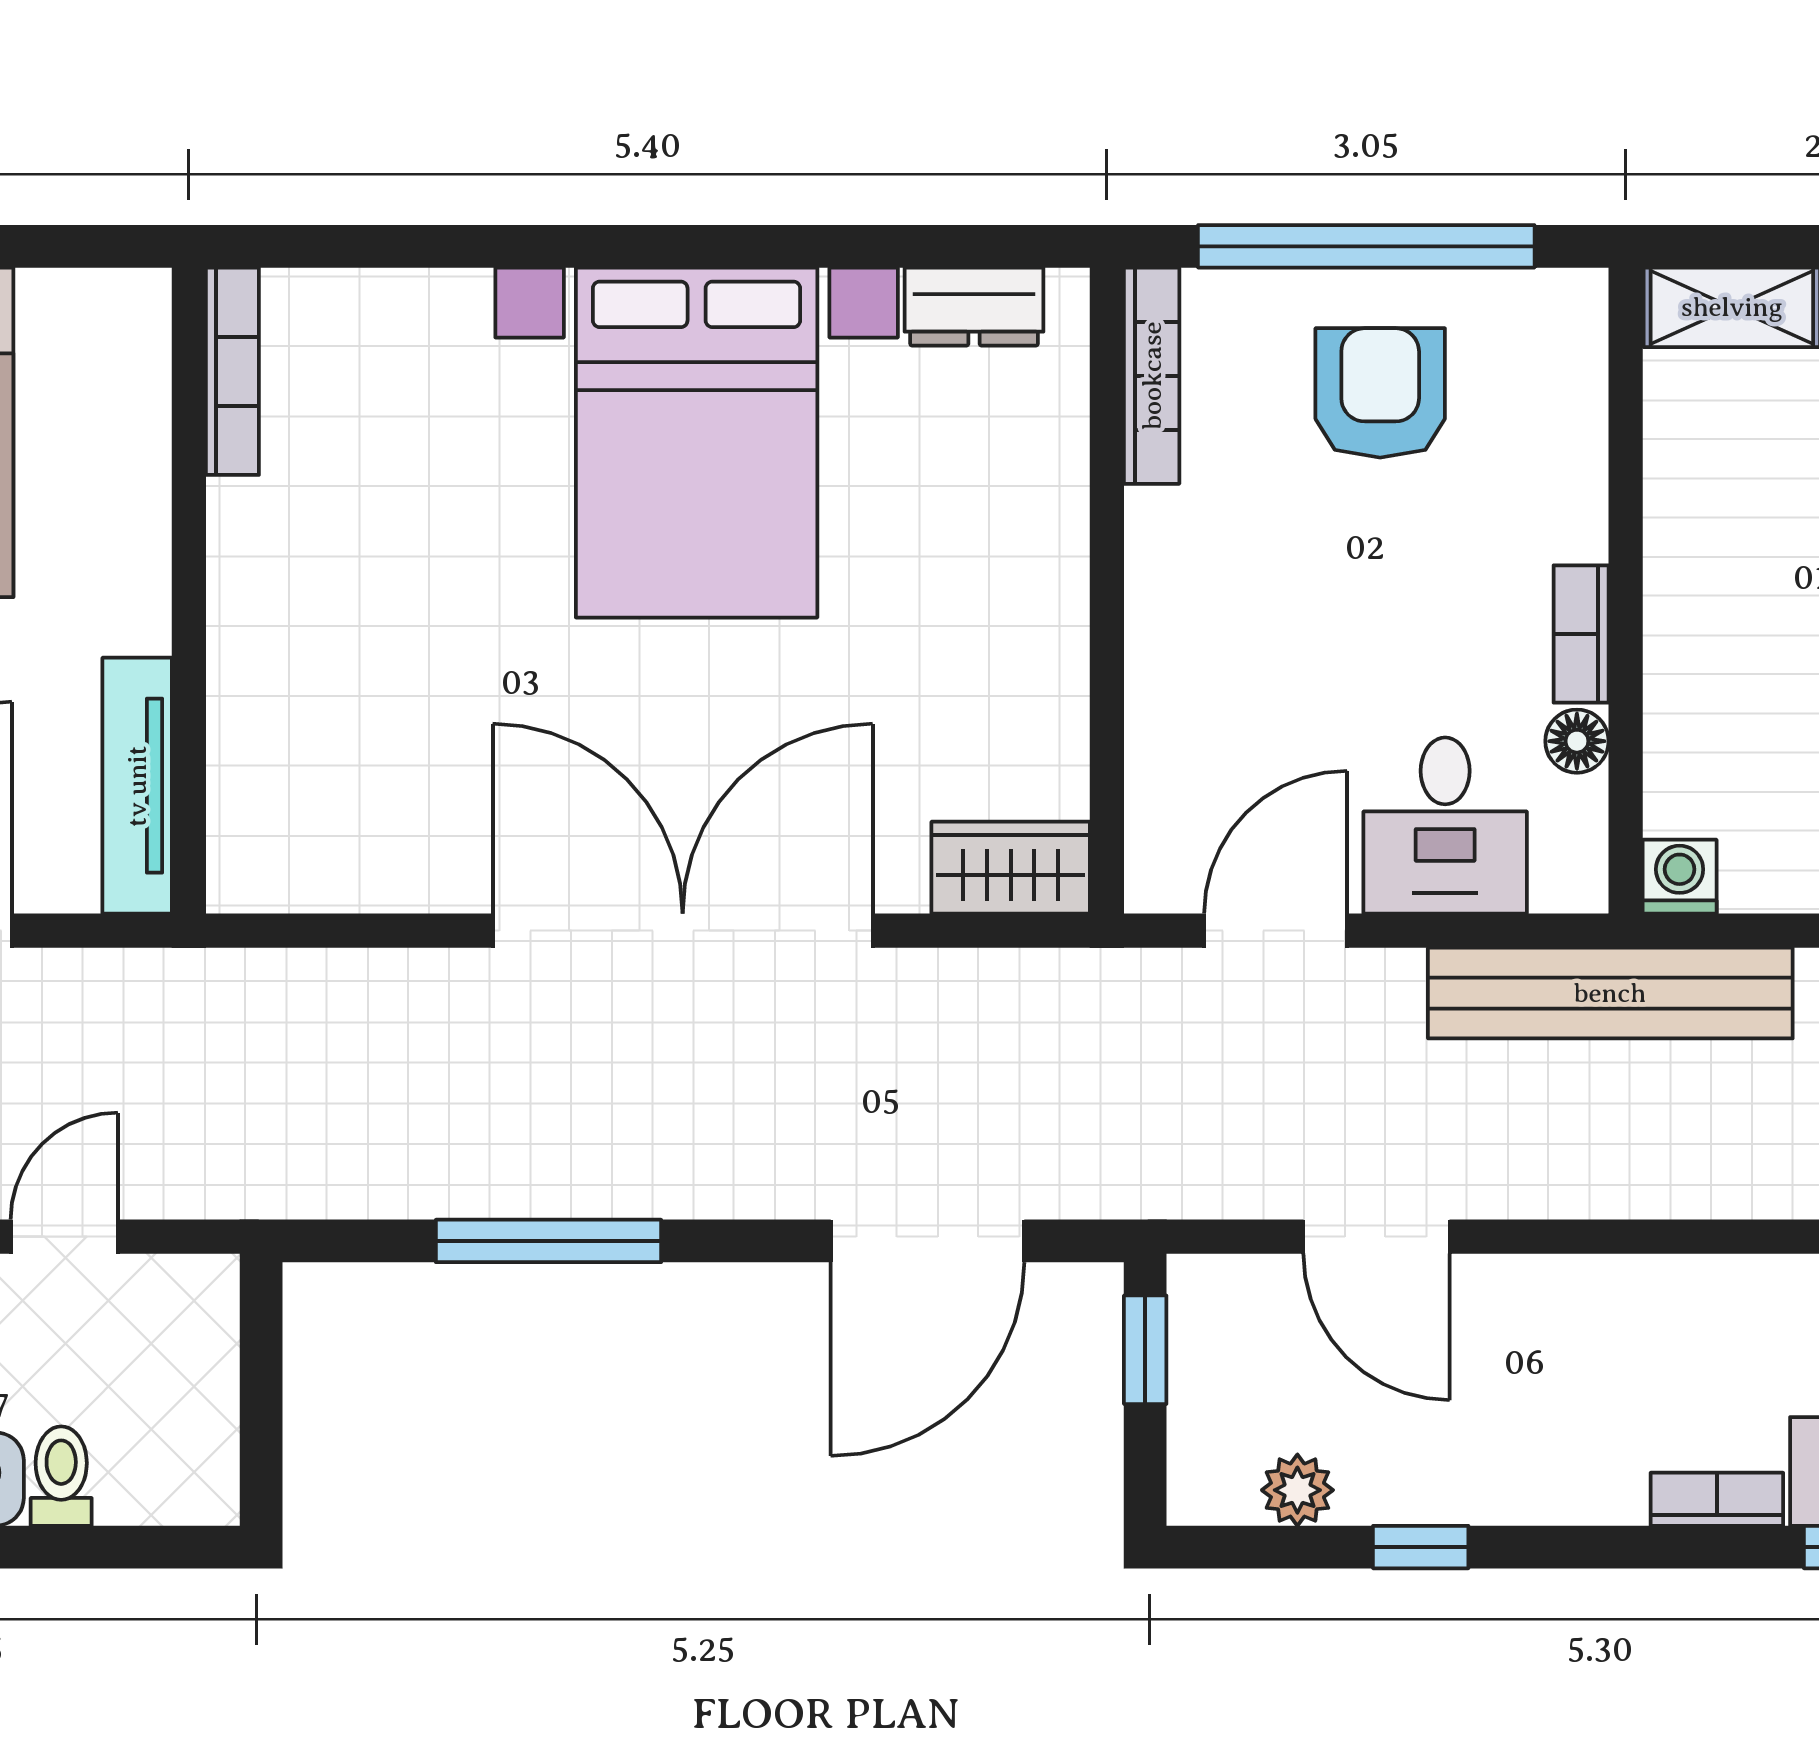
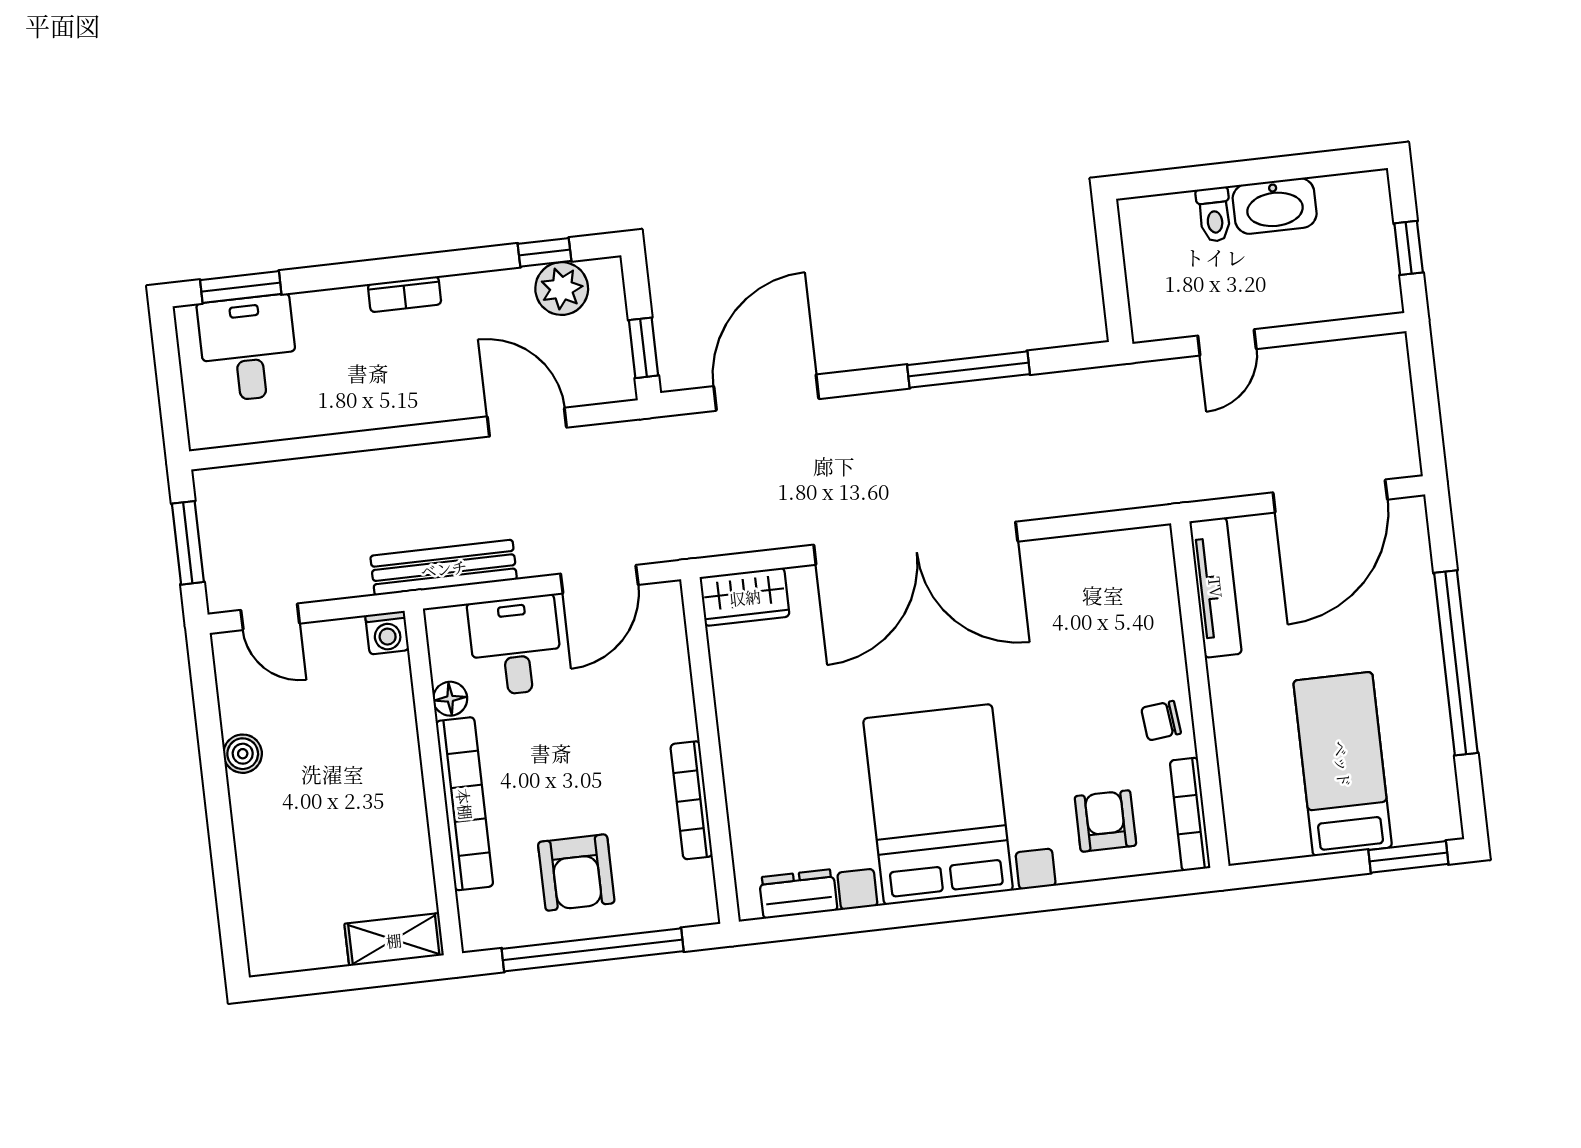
bookcase: (1152, 376) -> (692, 800), moved
armchair: (390, 377) -> (1105, 821), added
chair: (266, 551) -> (1161, 721), added
bookcase: (1581, 634) -> (465, 804), width x2.31, depth x1.31
bench: (1610, 993) -> (444, 568), width x0.73, depth x0.82
plant: (1297, 1490) -> (562, 289), width x1.38, depth x1.38
bookcase: (1717, 1499) -> (405, 294), moved
window: (1421, 1547) -> (545, 252), moved

